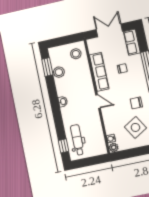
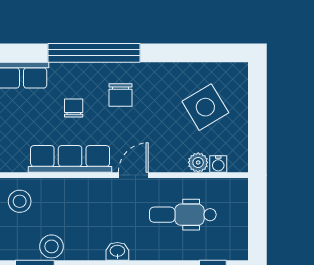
chair: (136, 103) -> (121, 95), moved
dental chair: (77, 140) -> (183, 215), moved
plant: (114, 147) -> (198, 162), moved

